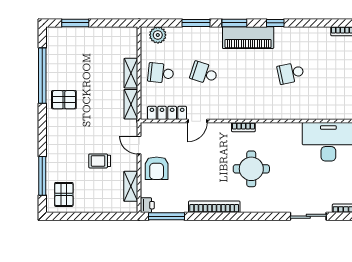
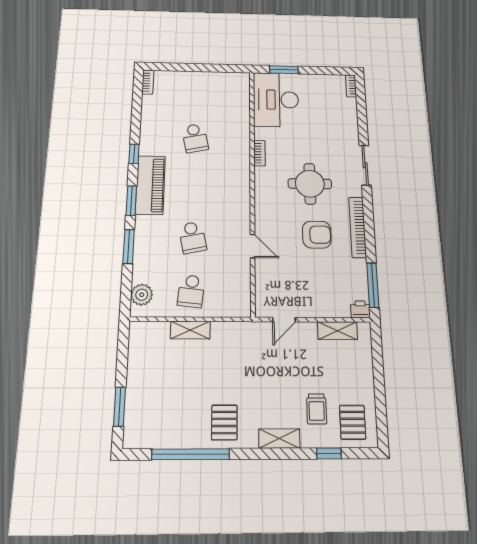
school desk: (204, 73) -> (193, 237), turned -30
shelving: (131, 104) -> (279, 439), moved
locker: (167, 113) -> (242, 284), removed
bookcase: (243, 127) -> (259, 153), moved
trolley: (100, 161) -> (317, 409), moved
armchair: (157, 168) -> (317, 235), moved
window: (42, 176) -> (329, 453), width x0.46
pallet: (64, 194) -> (353, 422), turned 90
sliding door: (308, 216) -> (365, 165), moved

